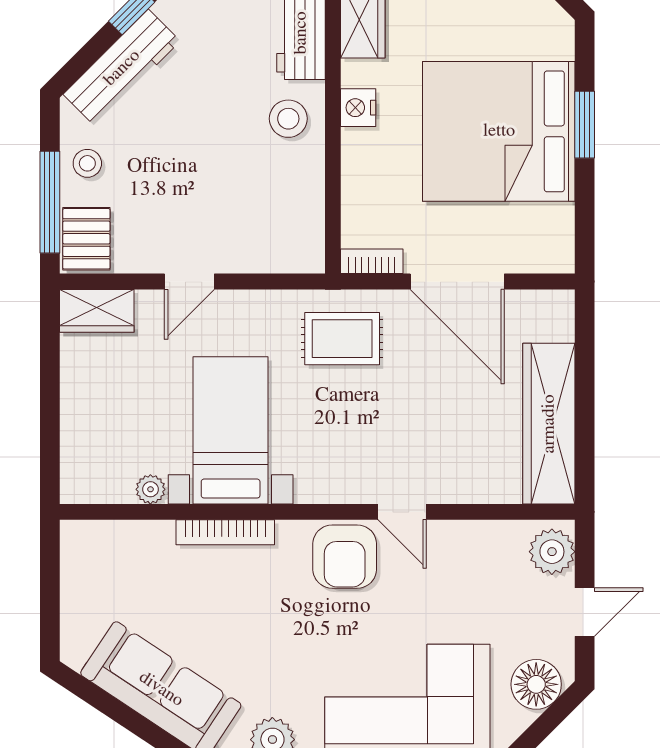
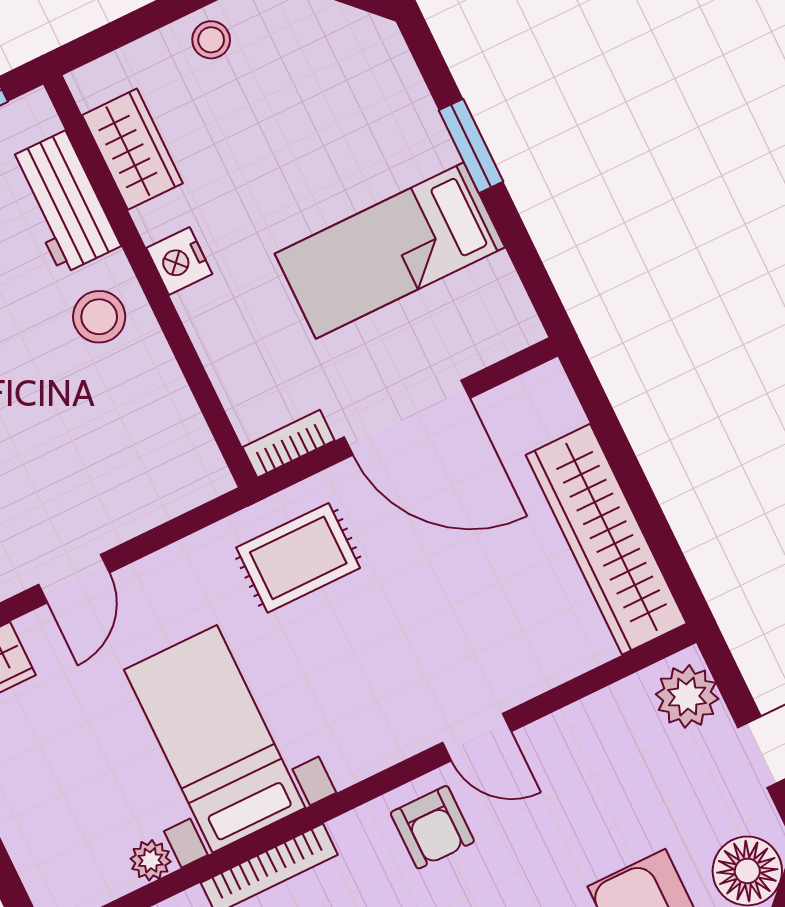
bed: (499, 131) -> (390, 250), width x0.49
armchair: (345, 557) -> (432, 827), width x0.72, depth x0.72

